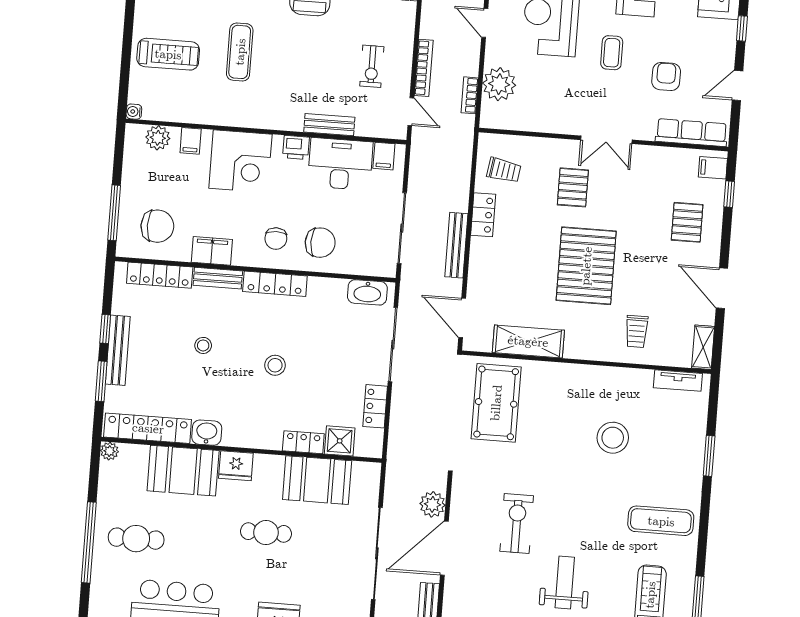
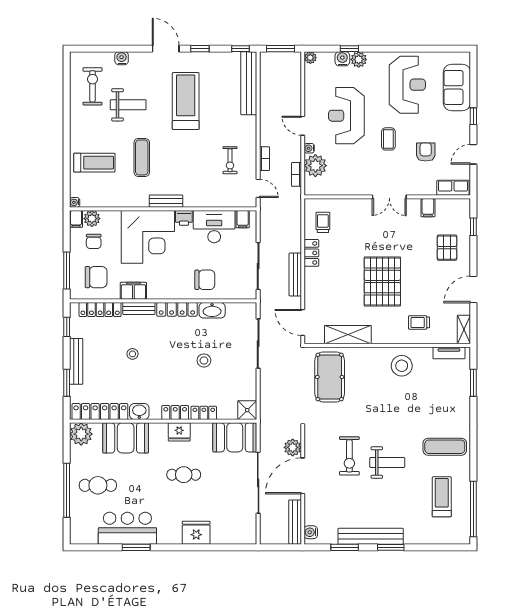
water cooler: (492, 57) -> (309, 148), added
bookcase: (424, 68) -> (265, 159), width x0.64
bench: (329, 125) -> (166, 201), moved
row of seats: (691, 133) -> (453, 188), width x0.68
filing cabinet: (191, 141) -> (76, 219), moved
corner desk: (241, 161) -> (148, 237), width x1.36, depth x1.36
filing cabinet: (713, 168) -> (428, 208), moved, turned -90
trolley: (504, 170) -> (323, 222), turned -99
pallet: (573, 187) -> (369, 230), removed
chair: (276, 239) -> (94, 241), moved
door: (722, 288) -> (473, 289), hinge flipped
washbasin: (367, 292) -> (212, 310), moved
window: (105, 329) -> (67, 327), moved
trolley: (637, 331) -> (419, 322), turned 90
stool: (275, 365) -> (204, 360), moved
locker: (375, 406) -> (175, 413), moved, turned 90
stool: (613, 438) -> (402, 366), moved
shower: (340, 441) -> (247, 410), moved
plant: (109, 451) -> (81, 434), width x1.87, depth x1.87
window: (709, 456) -> (473, 383), moved
fridge: (236, 466) -> (179, 432), moved
booth: (317, 480) -> (235, 437), moved
exercise bike: (517, 523) -> (349, 456), turned 180
weight bench: (565, 583) -> (387, 462), moved, turned 90

